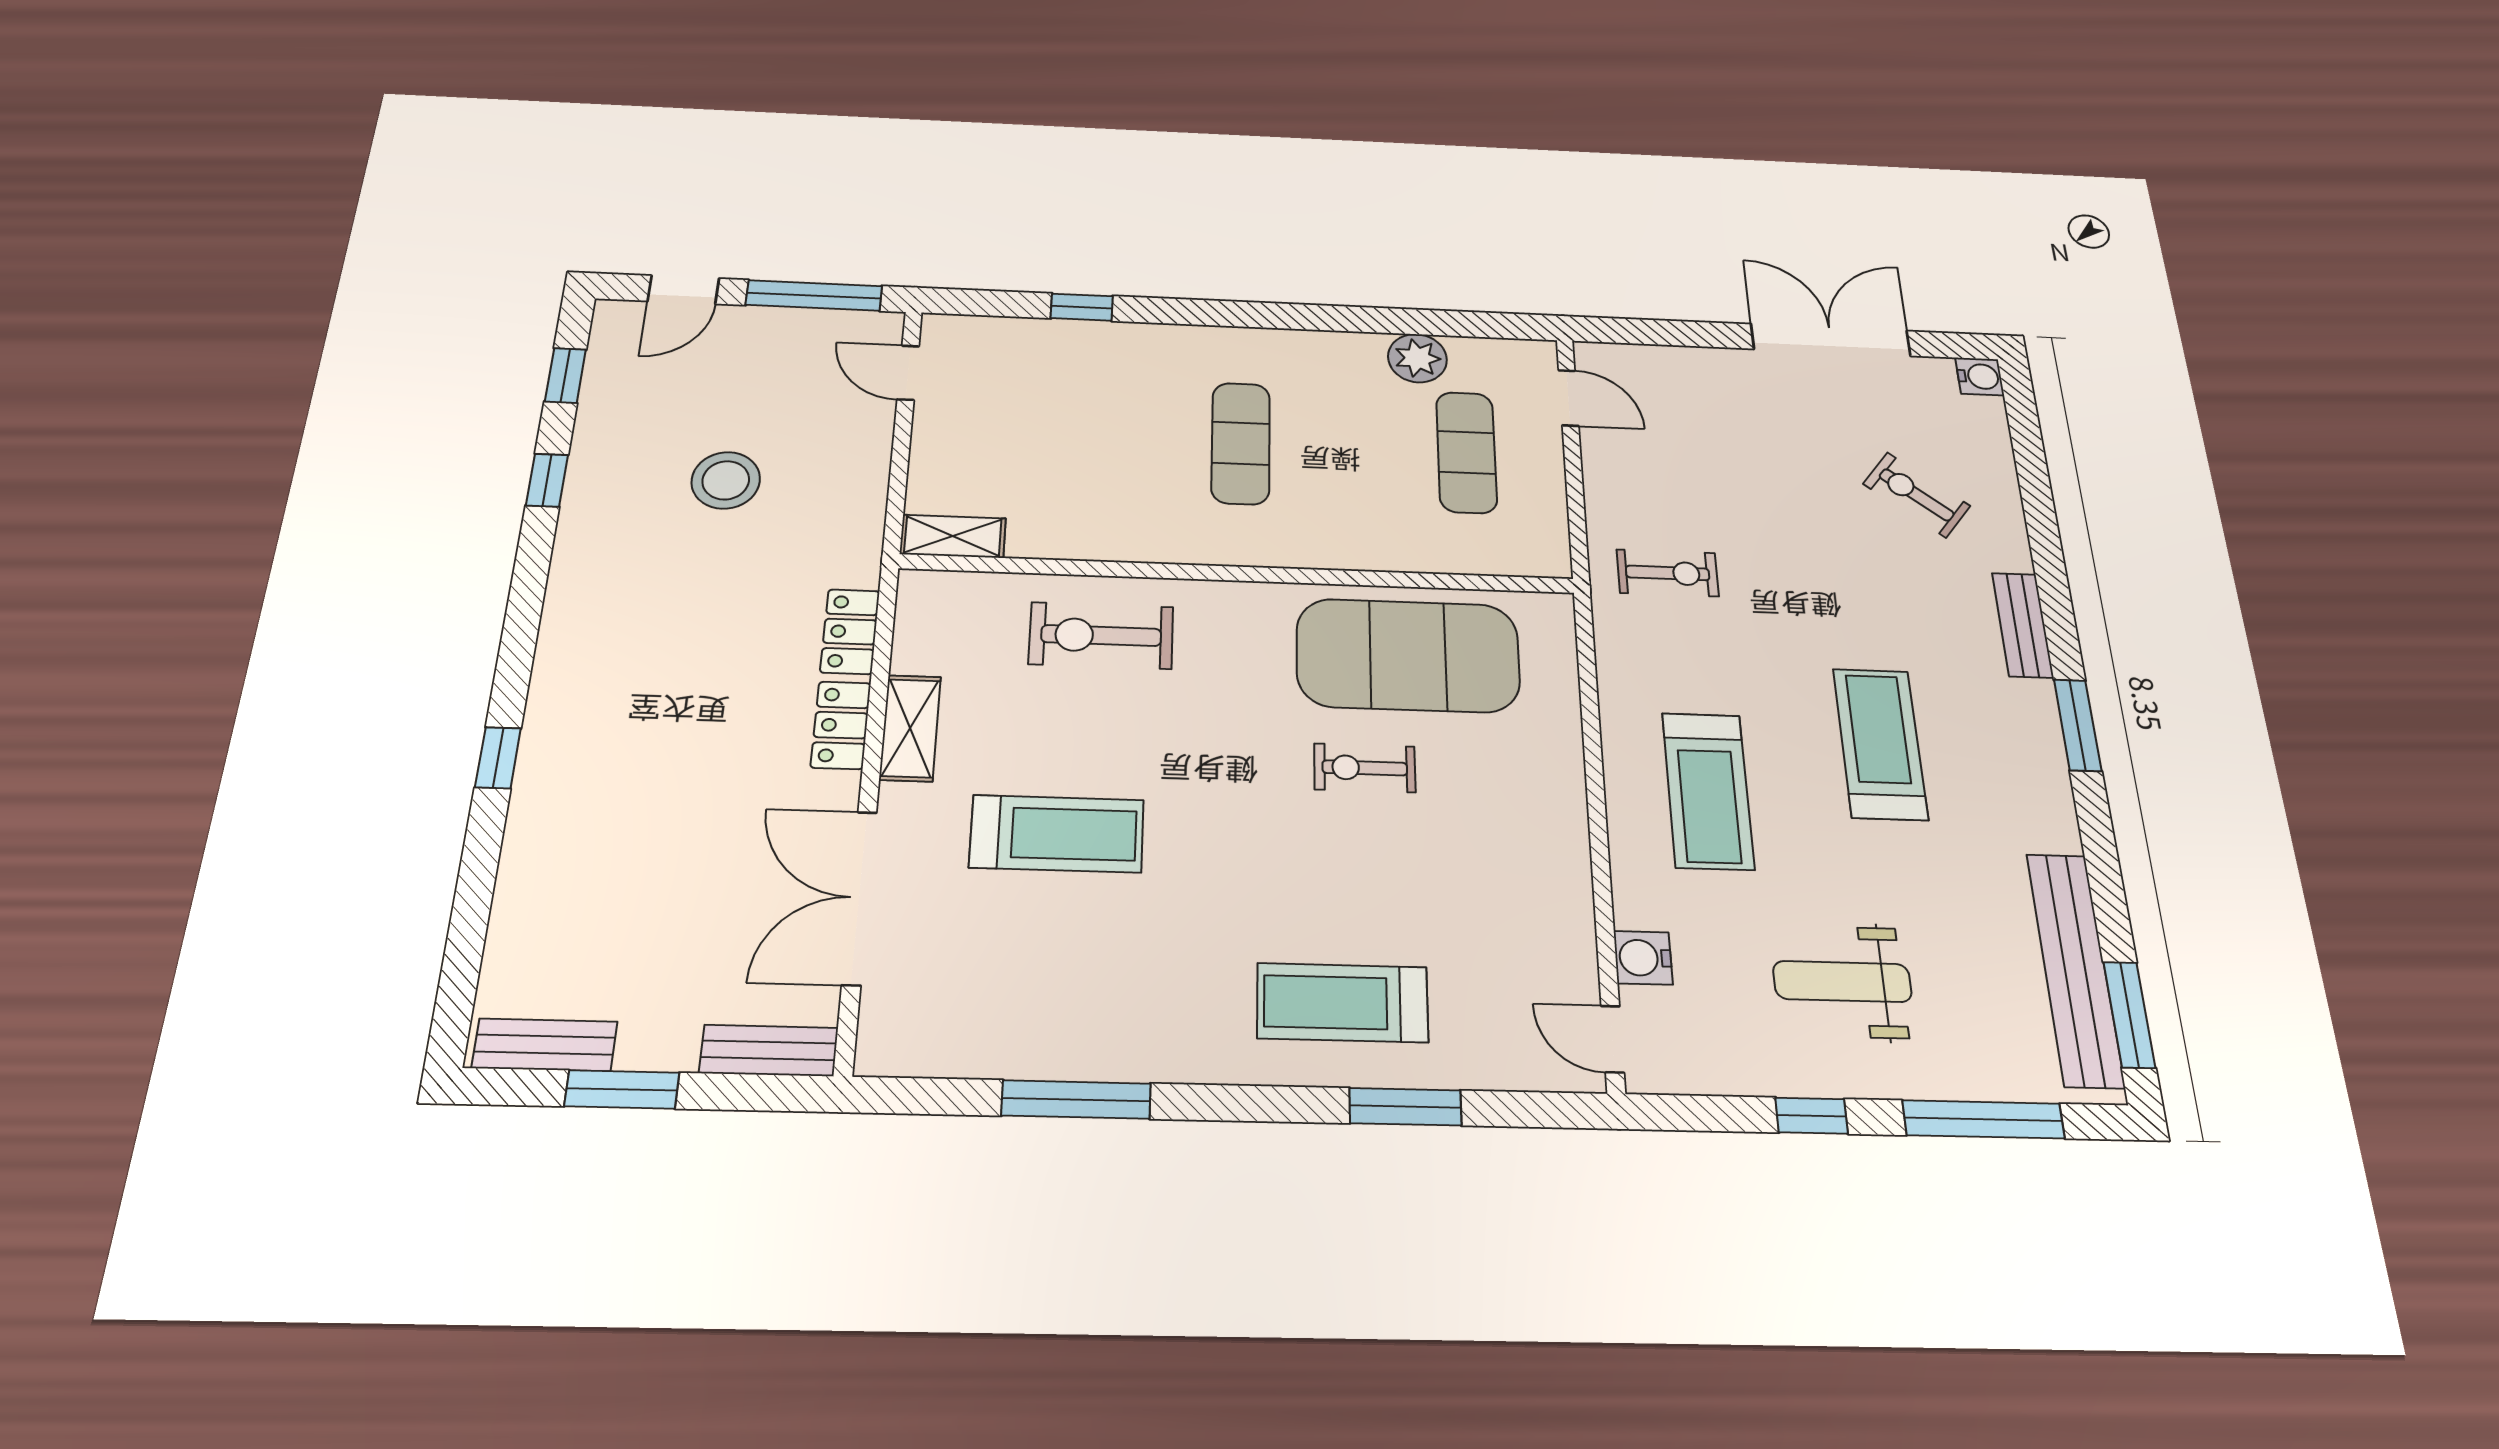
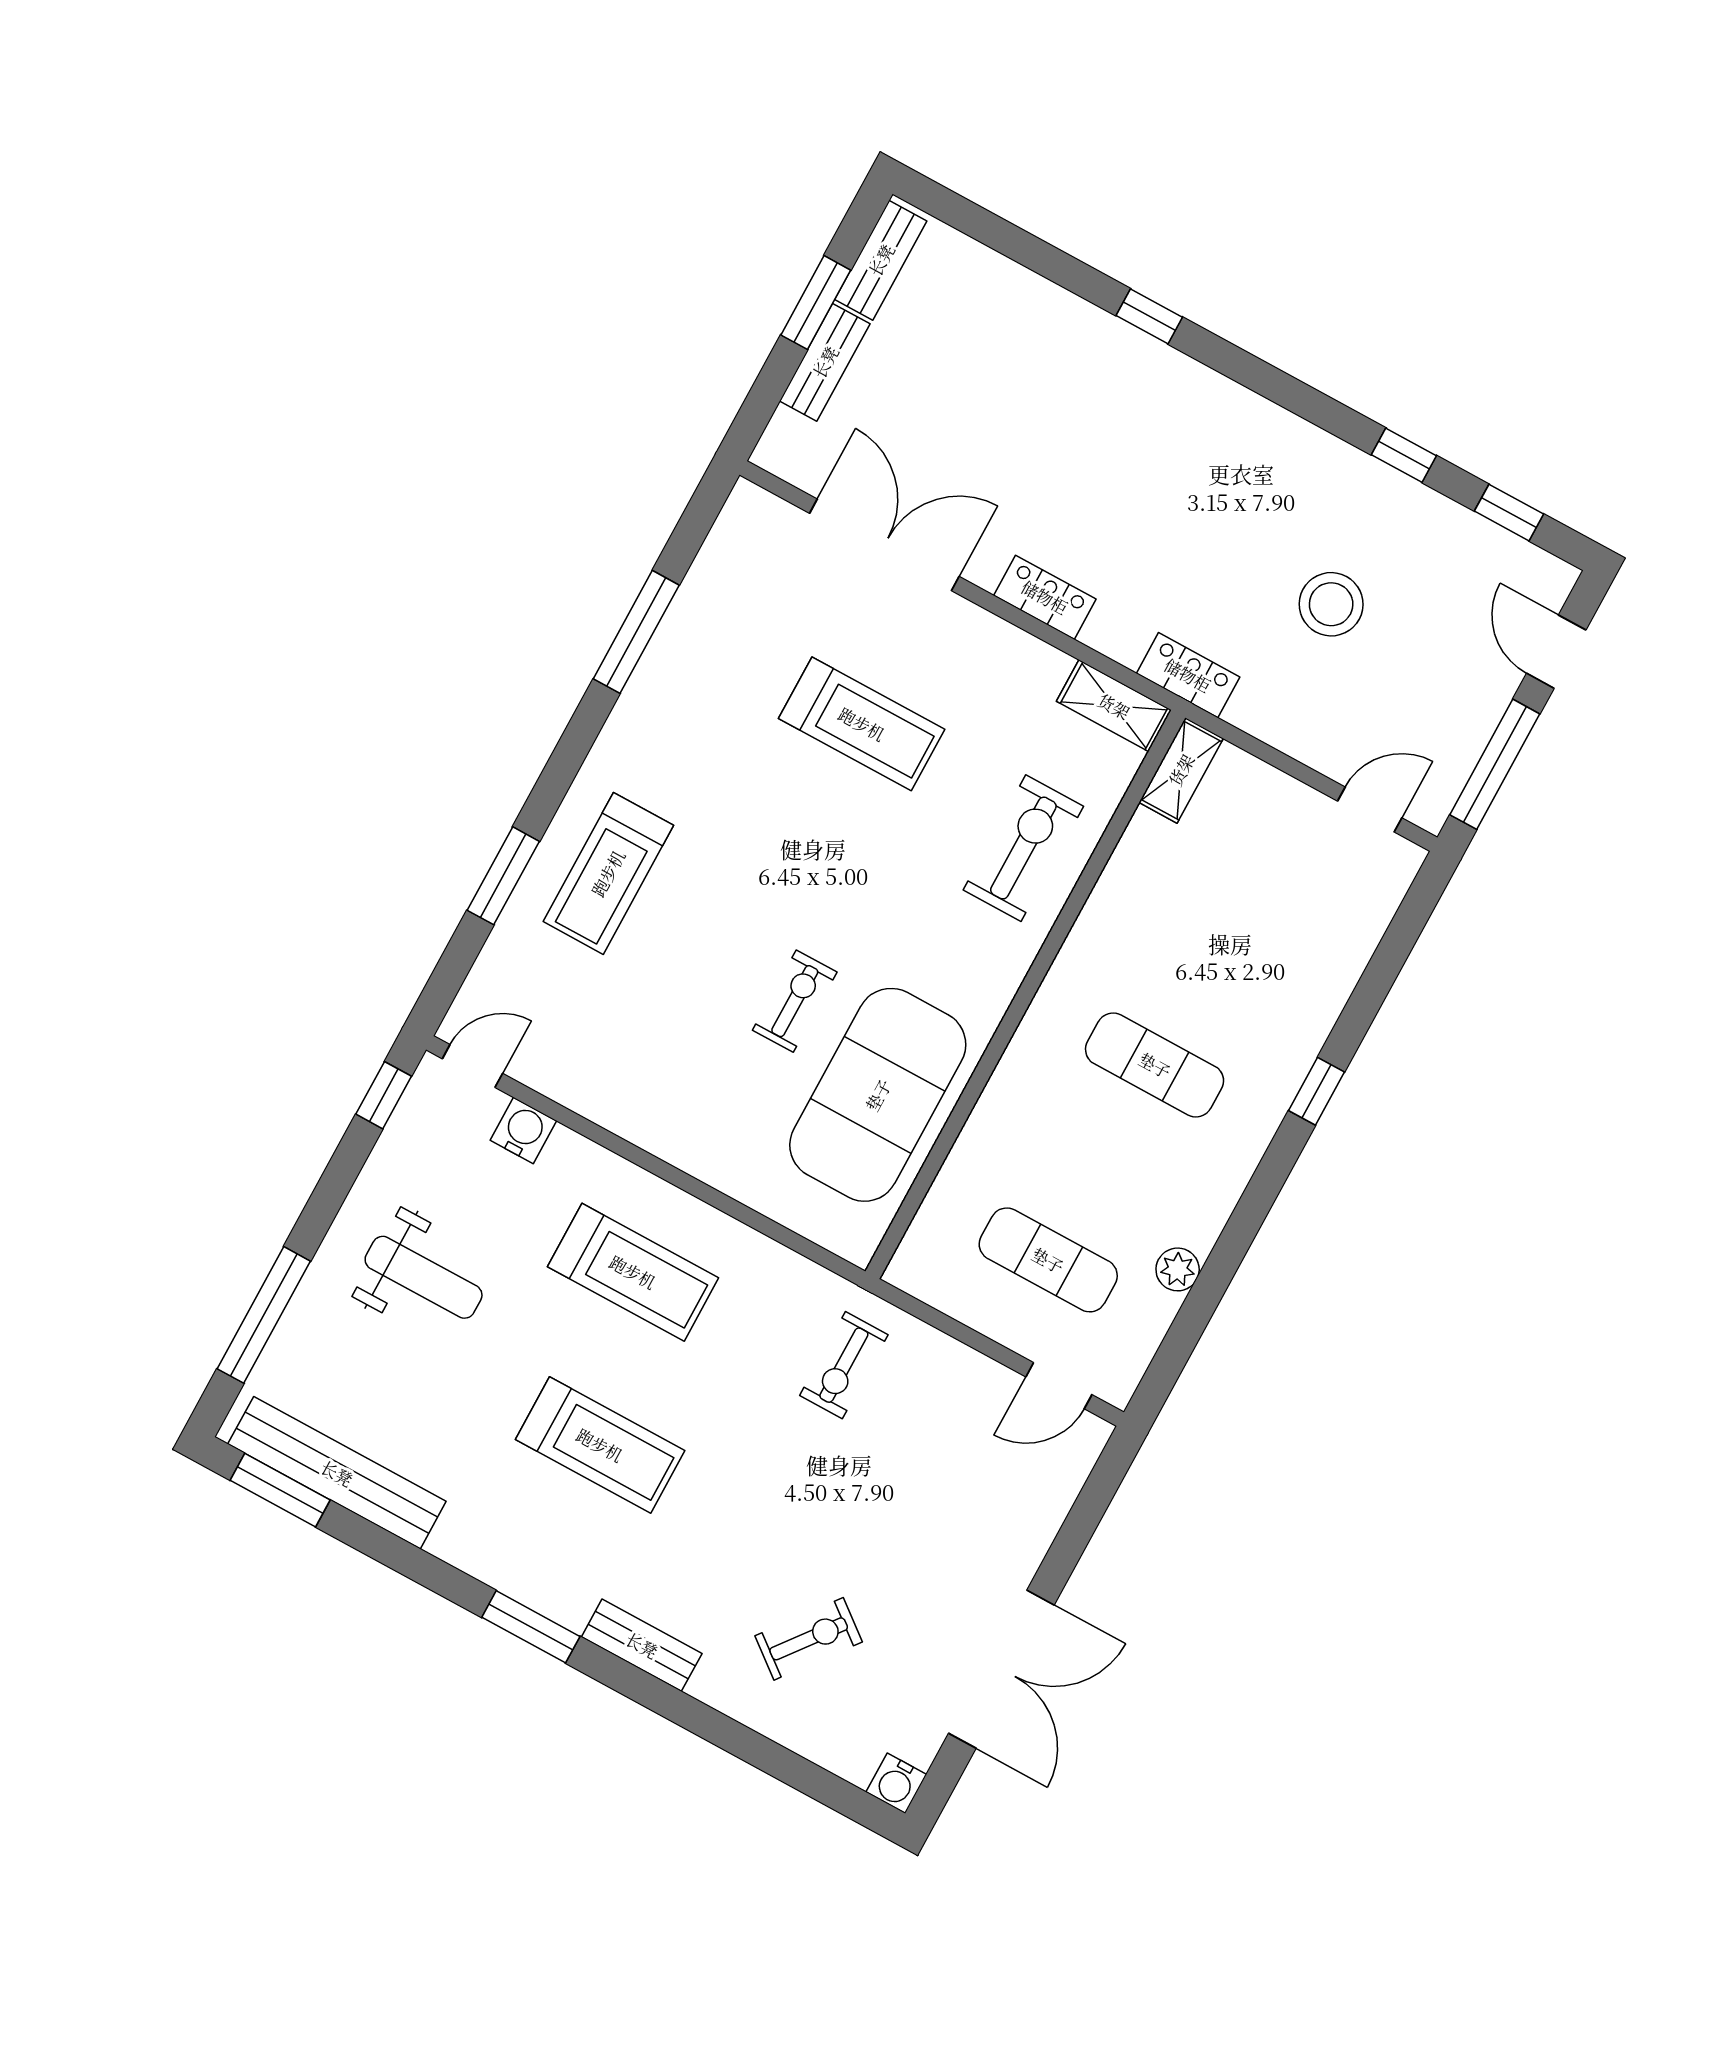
window: (1082, 307) -> (1317, 1091), moved
plant: (1417, 358) -> (1178, 1269), width x0.73, depth x0.73
locker: (850, 632) -> (1188, 675), moved
shelving: (910, 728) -> (1114, 706), moved
treadmill: (1708, 791) -> (633, 1272), turned 180
treadmill: (1057, 834) -> (862, 724), turned -90
weight bench: (1842, 982) -> (424, 1277), turned 90
treadmill: (1343, 1003) -> (608, 873), turned 180
bench: (769, 1050) -> (825, 362), moved
window: (1812, 1116) -> (384, 1095), moved

